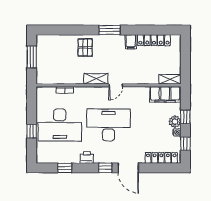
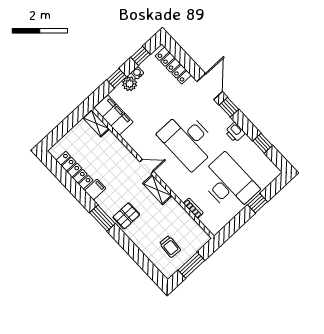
pallet: (85, 48) -> (126, 216), moved
trolley: (55, 55) -> (170, 247), added

